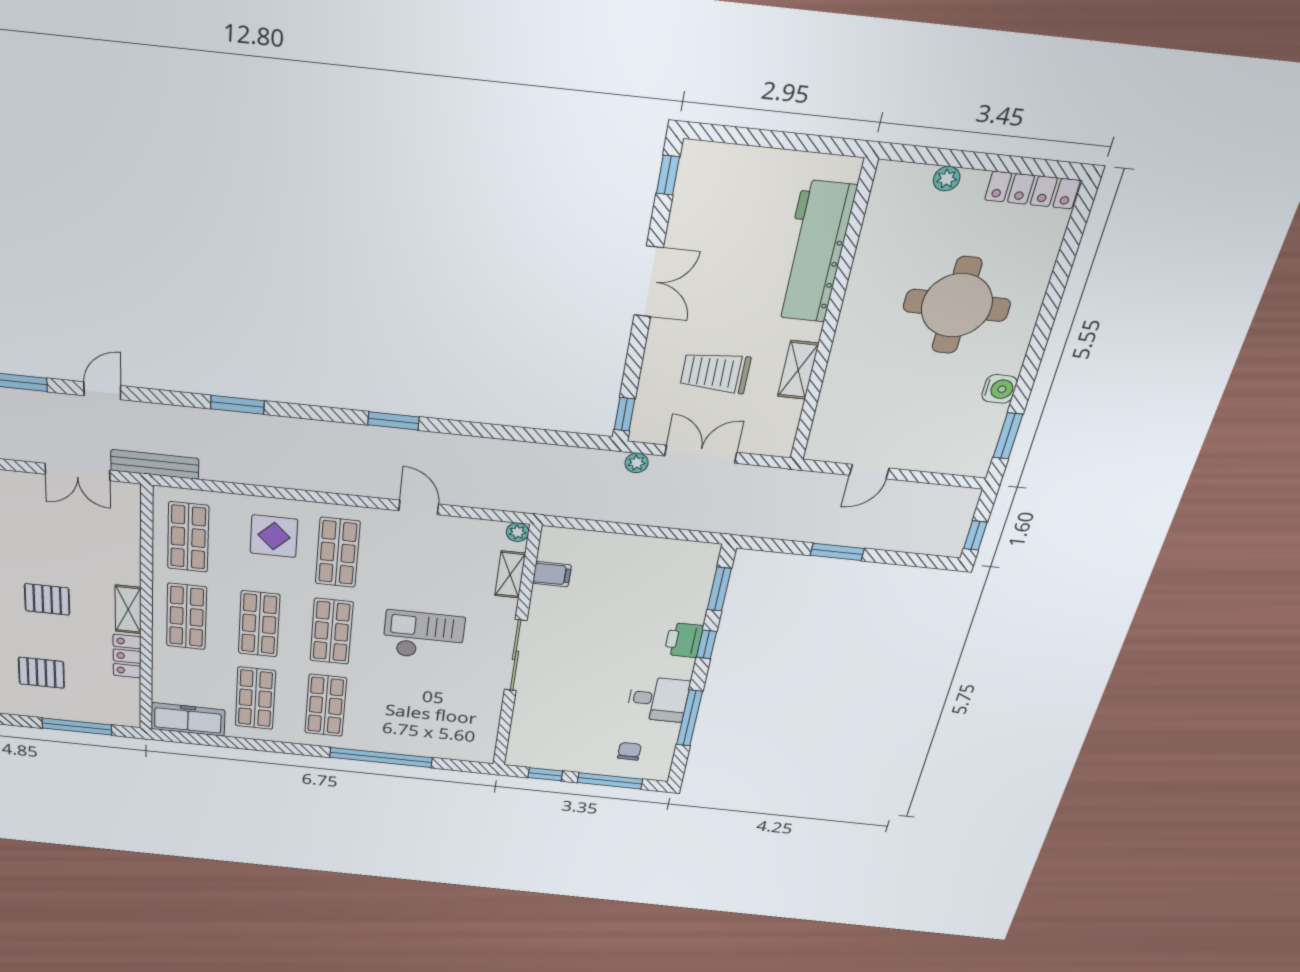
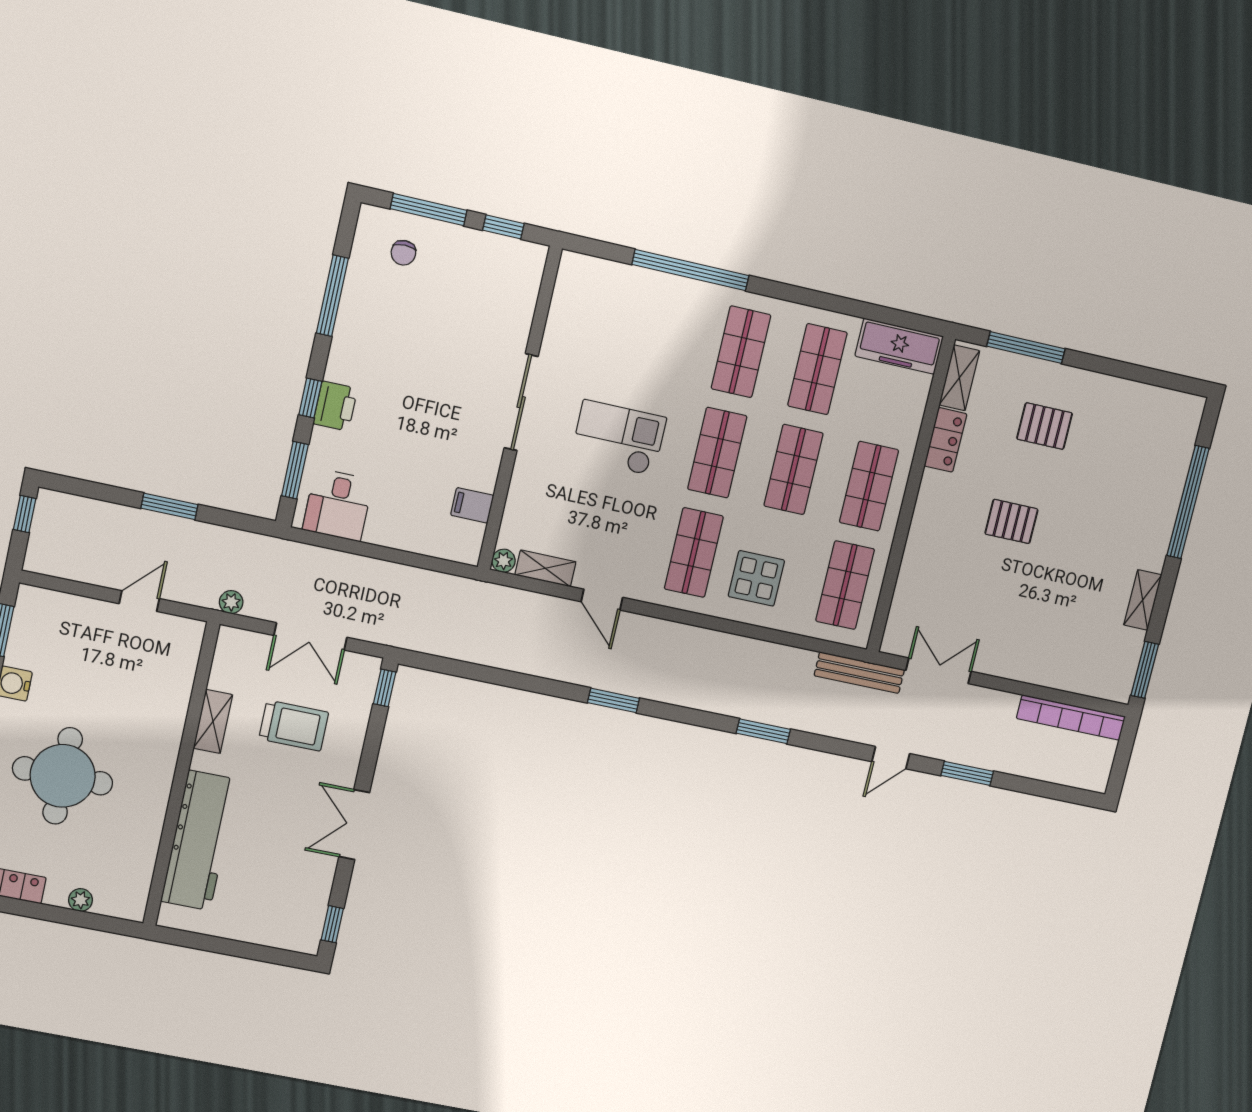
plant: (637, 463) -> (231, 602), moved
shelving: (510, 574) -> (545, 568), moved, turned 90
shelving: (128, 609) -> (959, 378), moved
checkout: (424, 636) -> (619, 438), turned 180
desk: (658, 699) -> (338, 505), moved, turned -90

